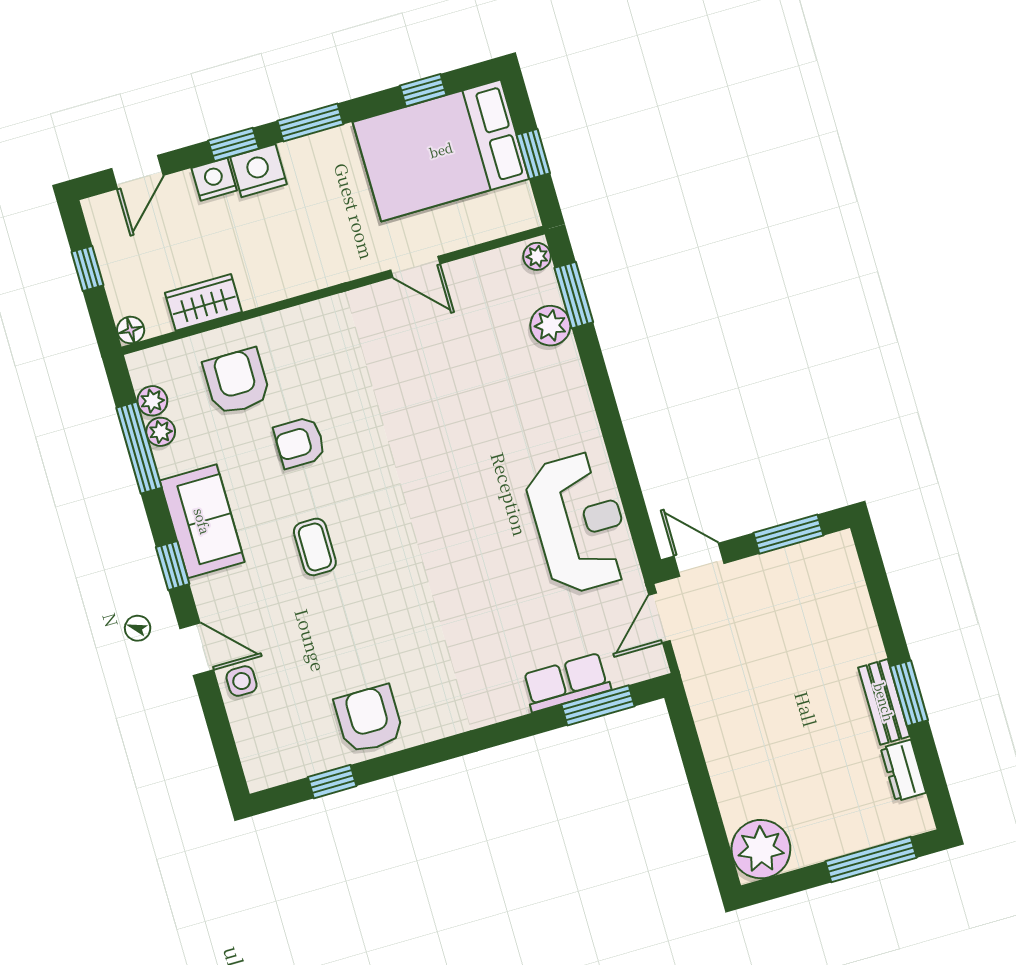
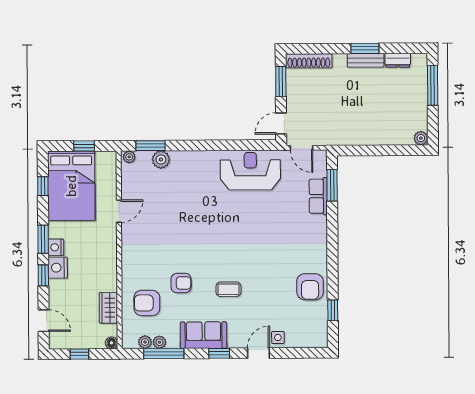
nightstand: (214, 179) -> (56, 247), moved
armchair: (300, 442) -> (181, 283), turned -90
shoe rack: (849, 581) -> (309, 61), added
armchair: (369, 719) -> (310, 287), turned -90
plant: (761, 849) -> (421, 138), width x0.53, depth x0.53

